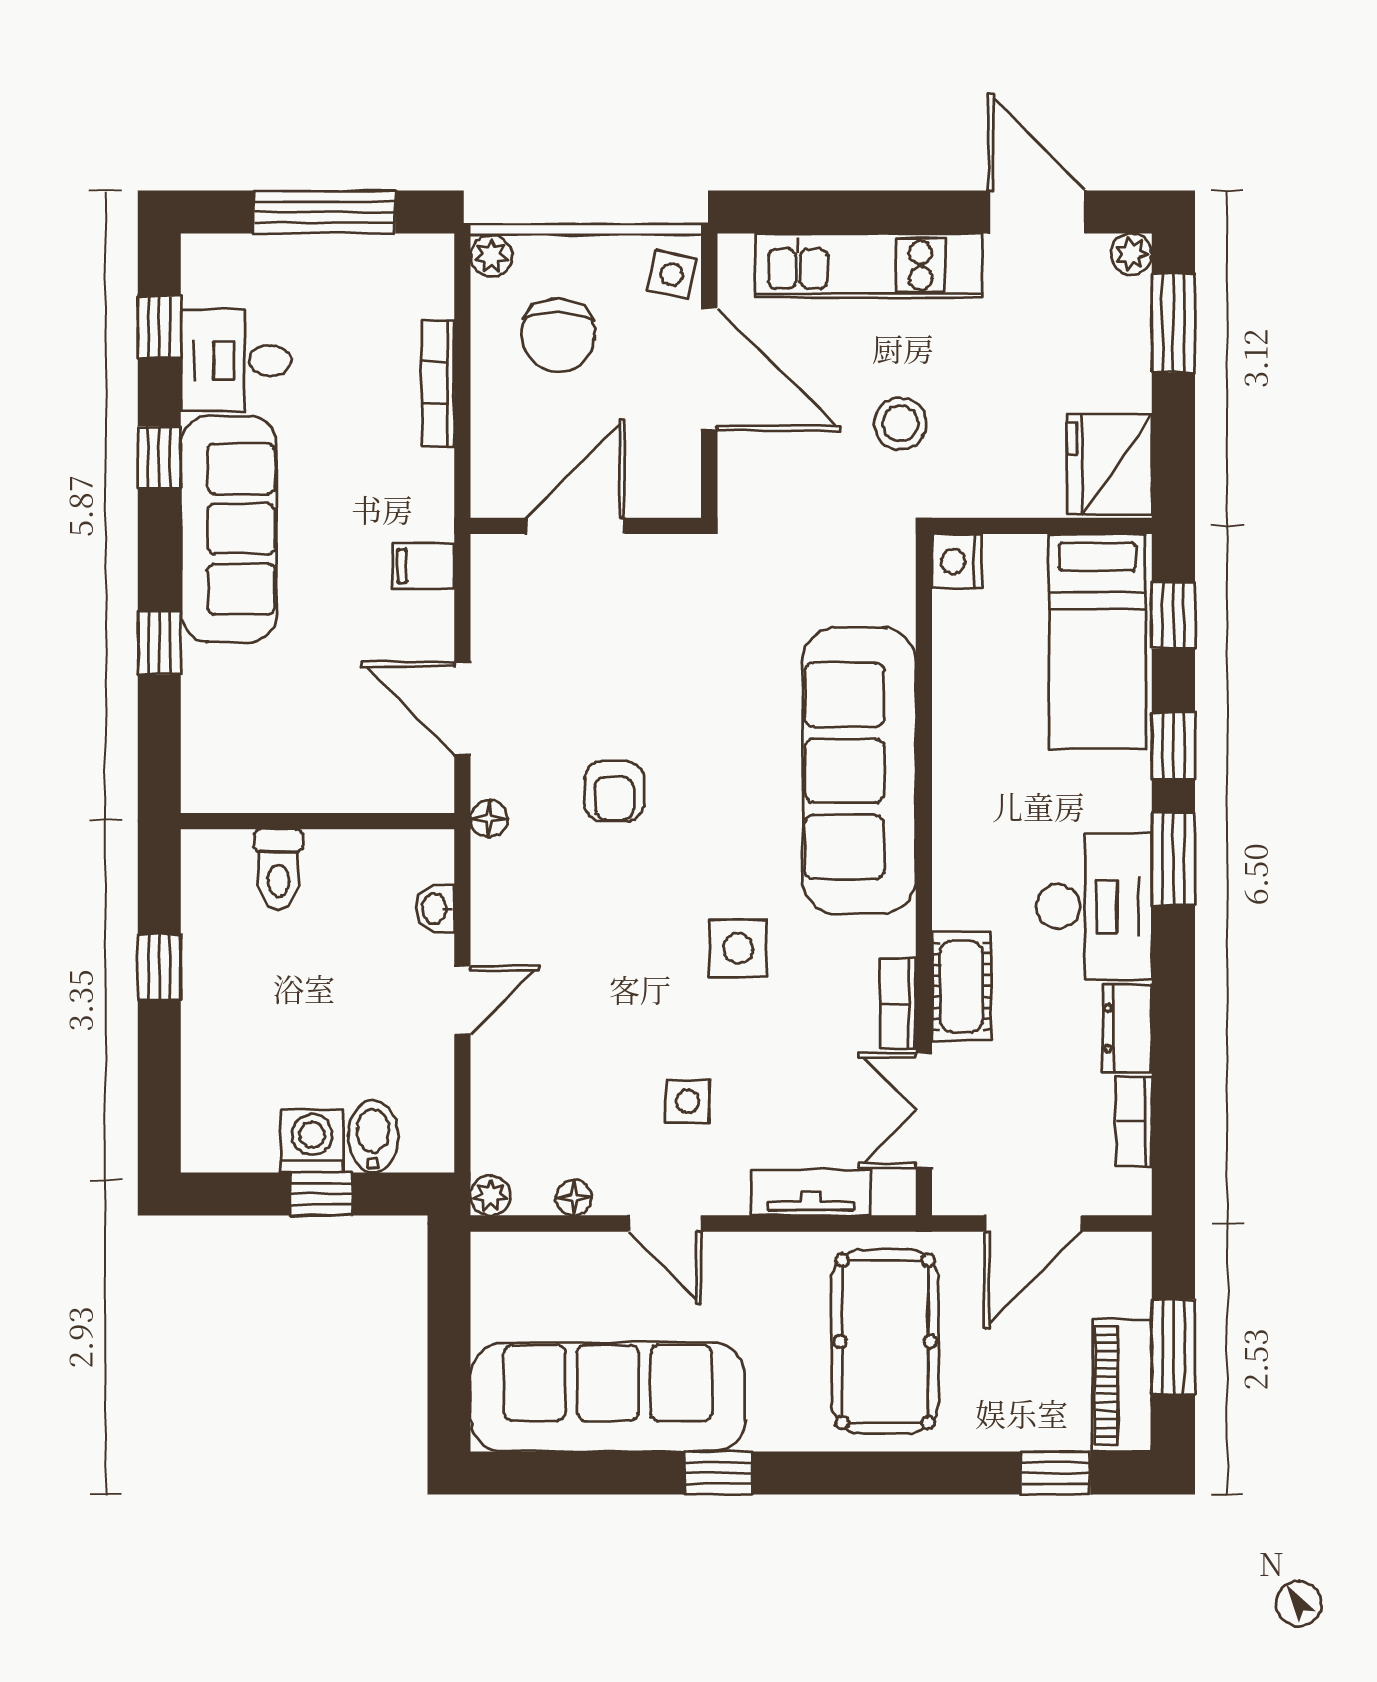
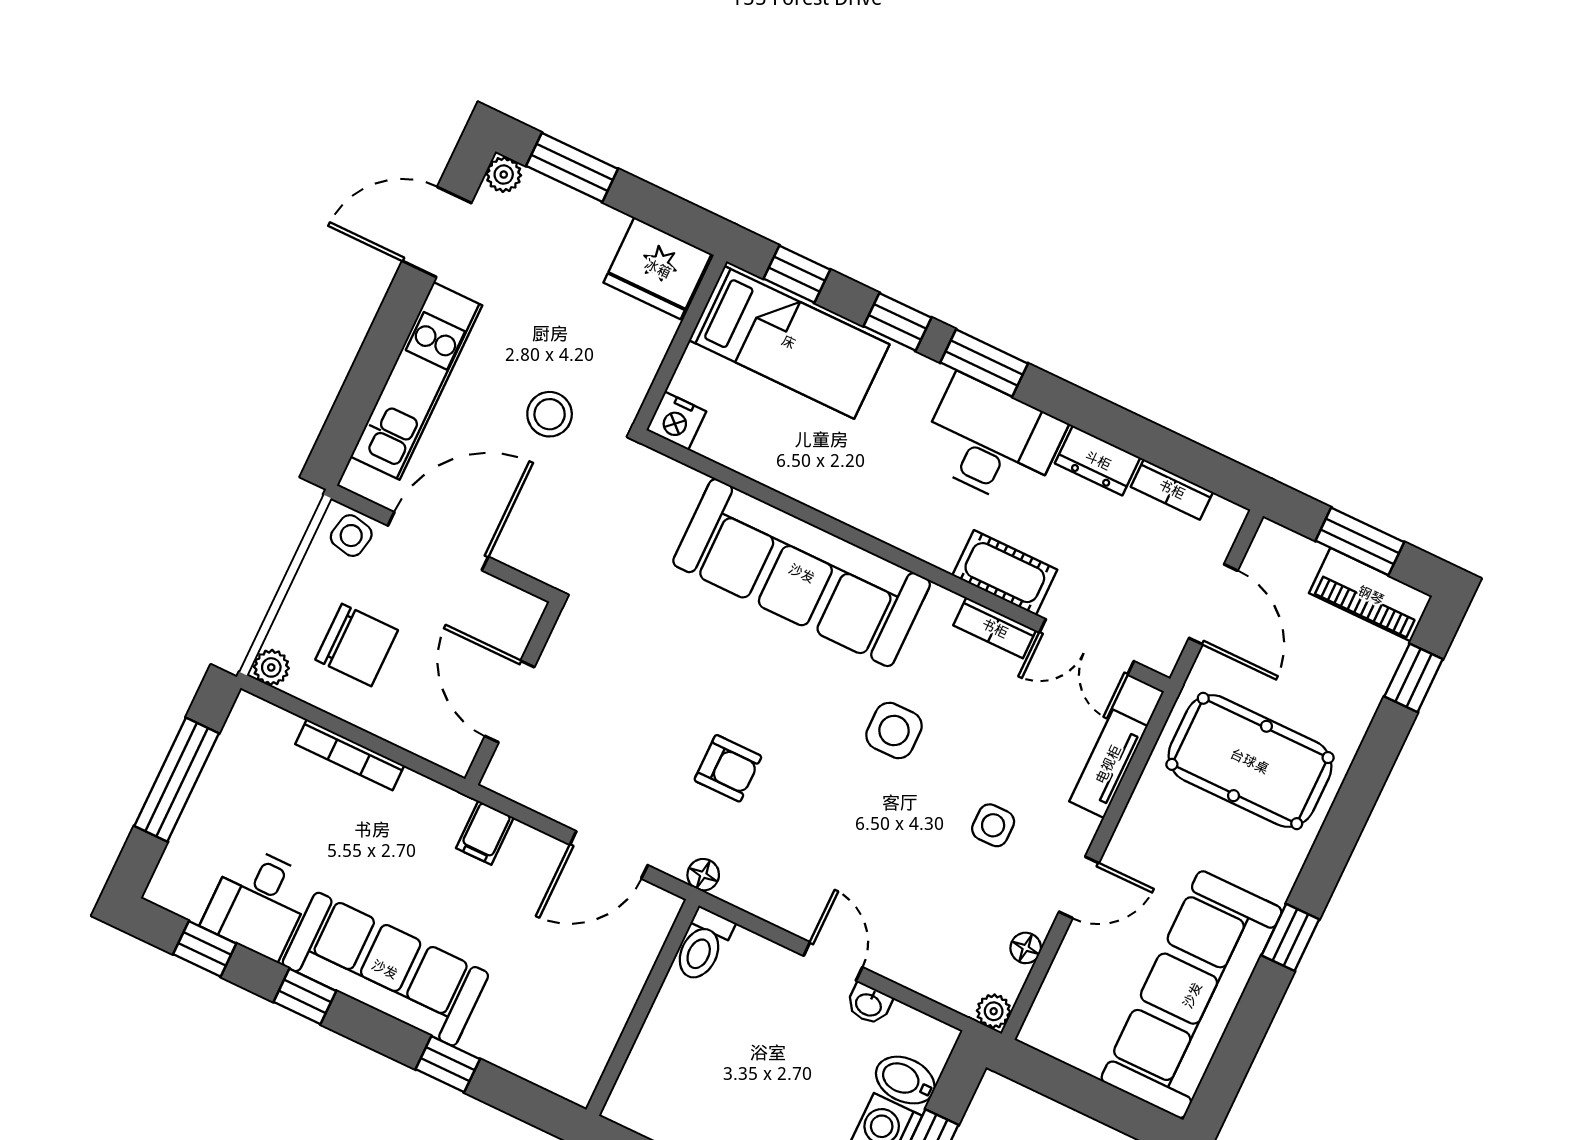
toilet: (279, 869) -> (703, 945), moved, turned 90
washbasin: (435, 909) -> (869, 1004), moved

